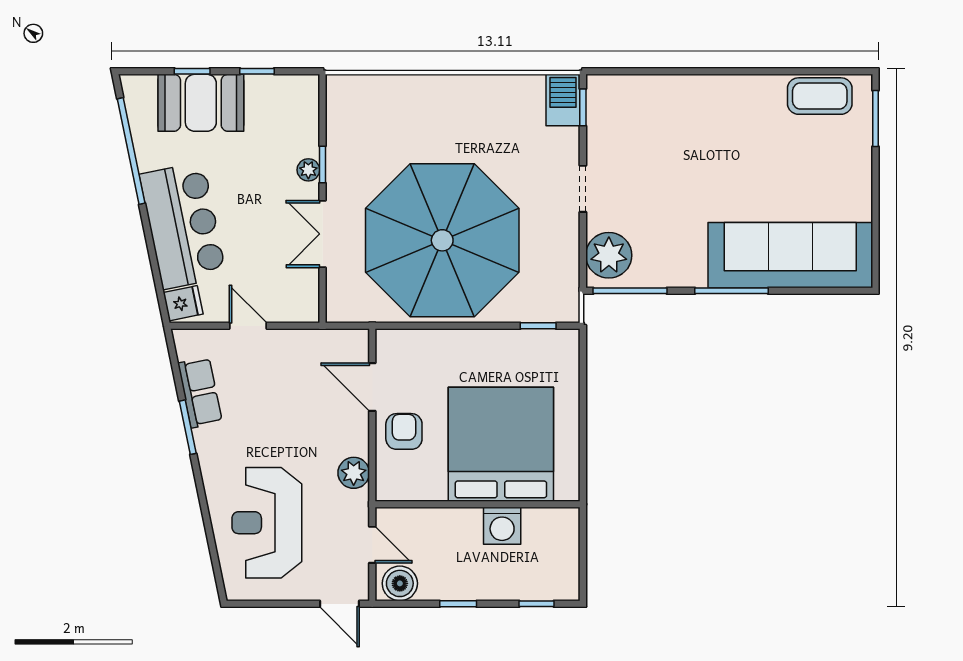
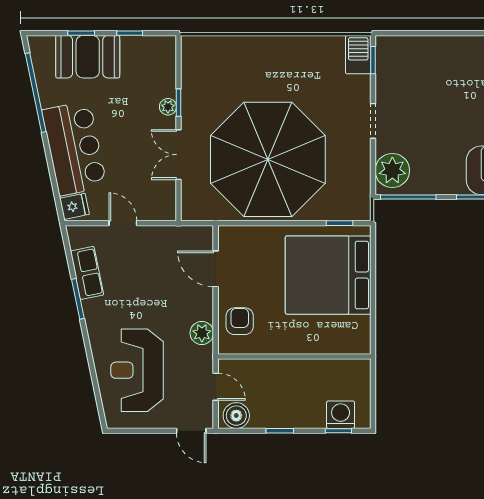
armchair: (404, 431) -> (240, 321), moved
bed: (501, 444) -> (328, 275), moved, turned -90
washing machine: (502, 526) -> (341, 415), moved, turned 180

